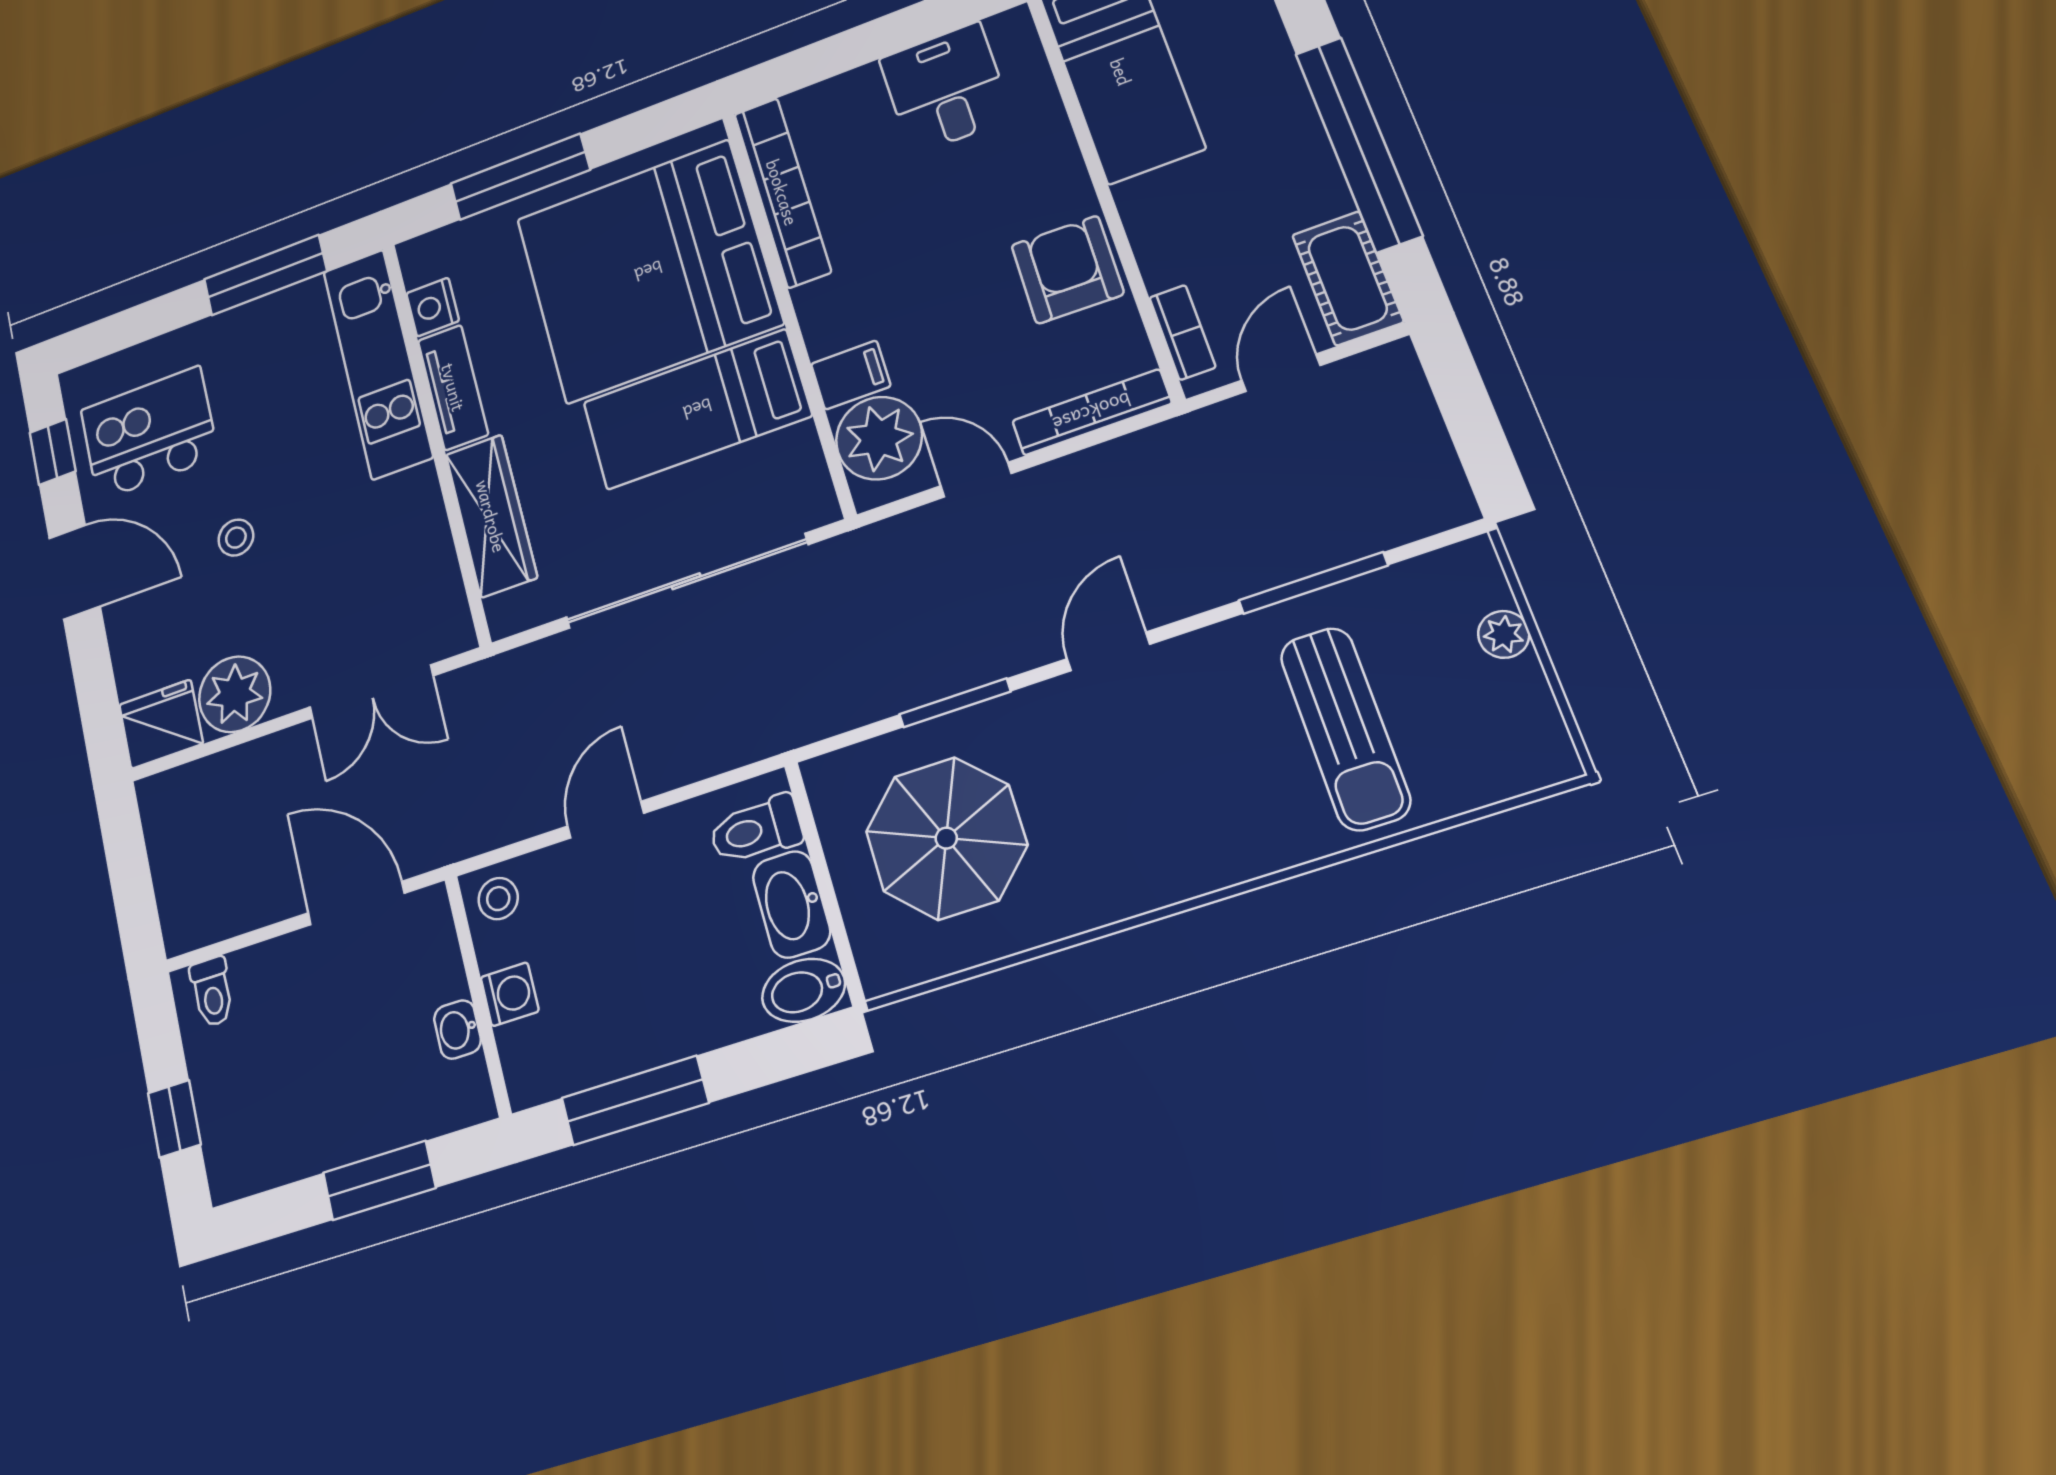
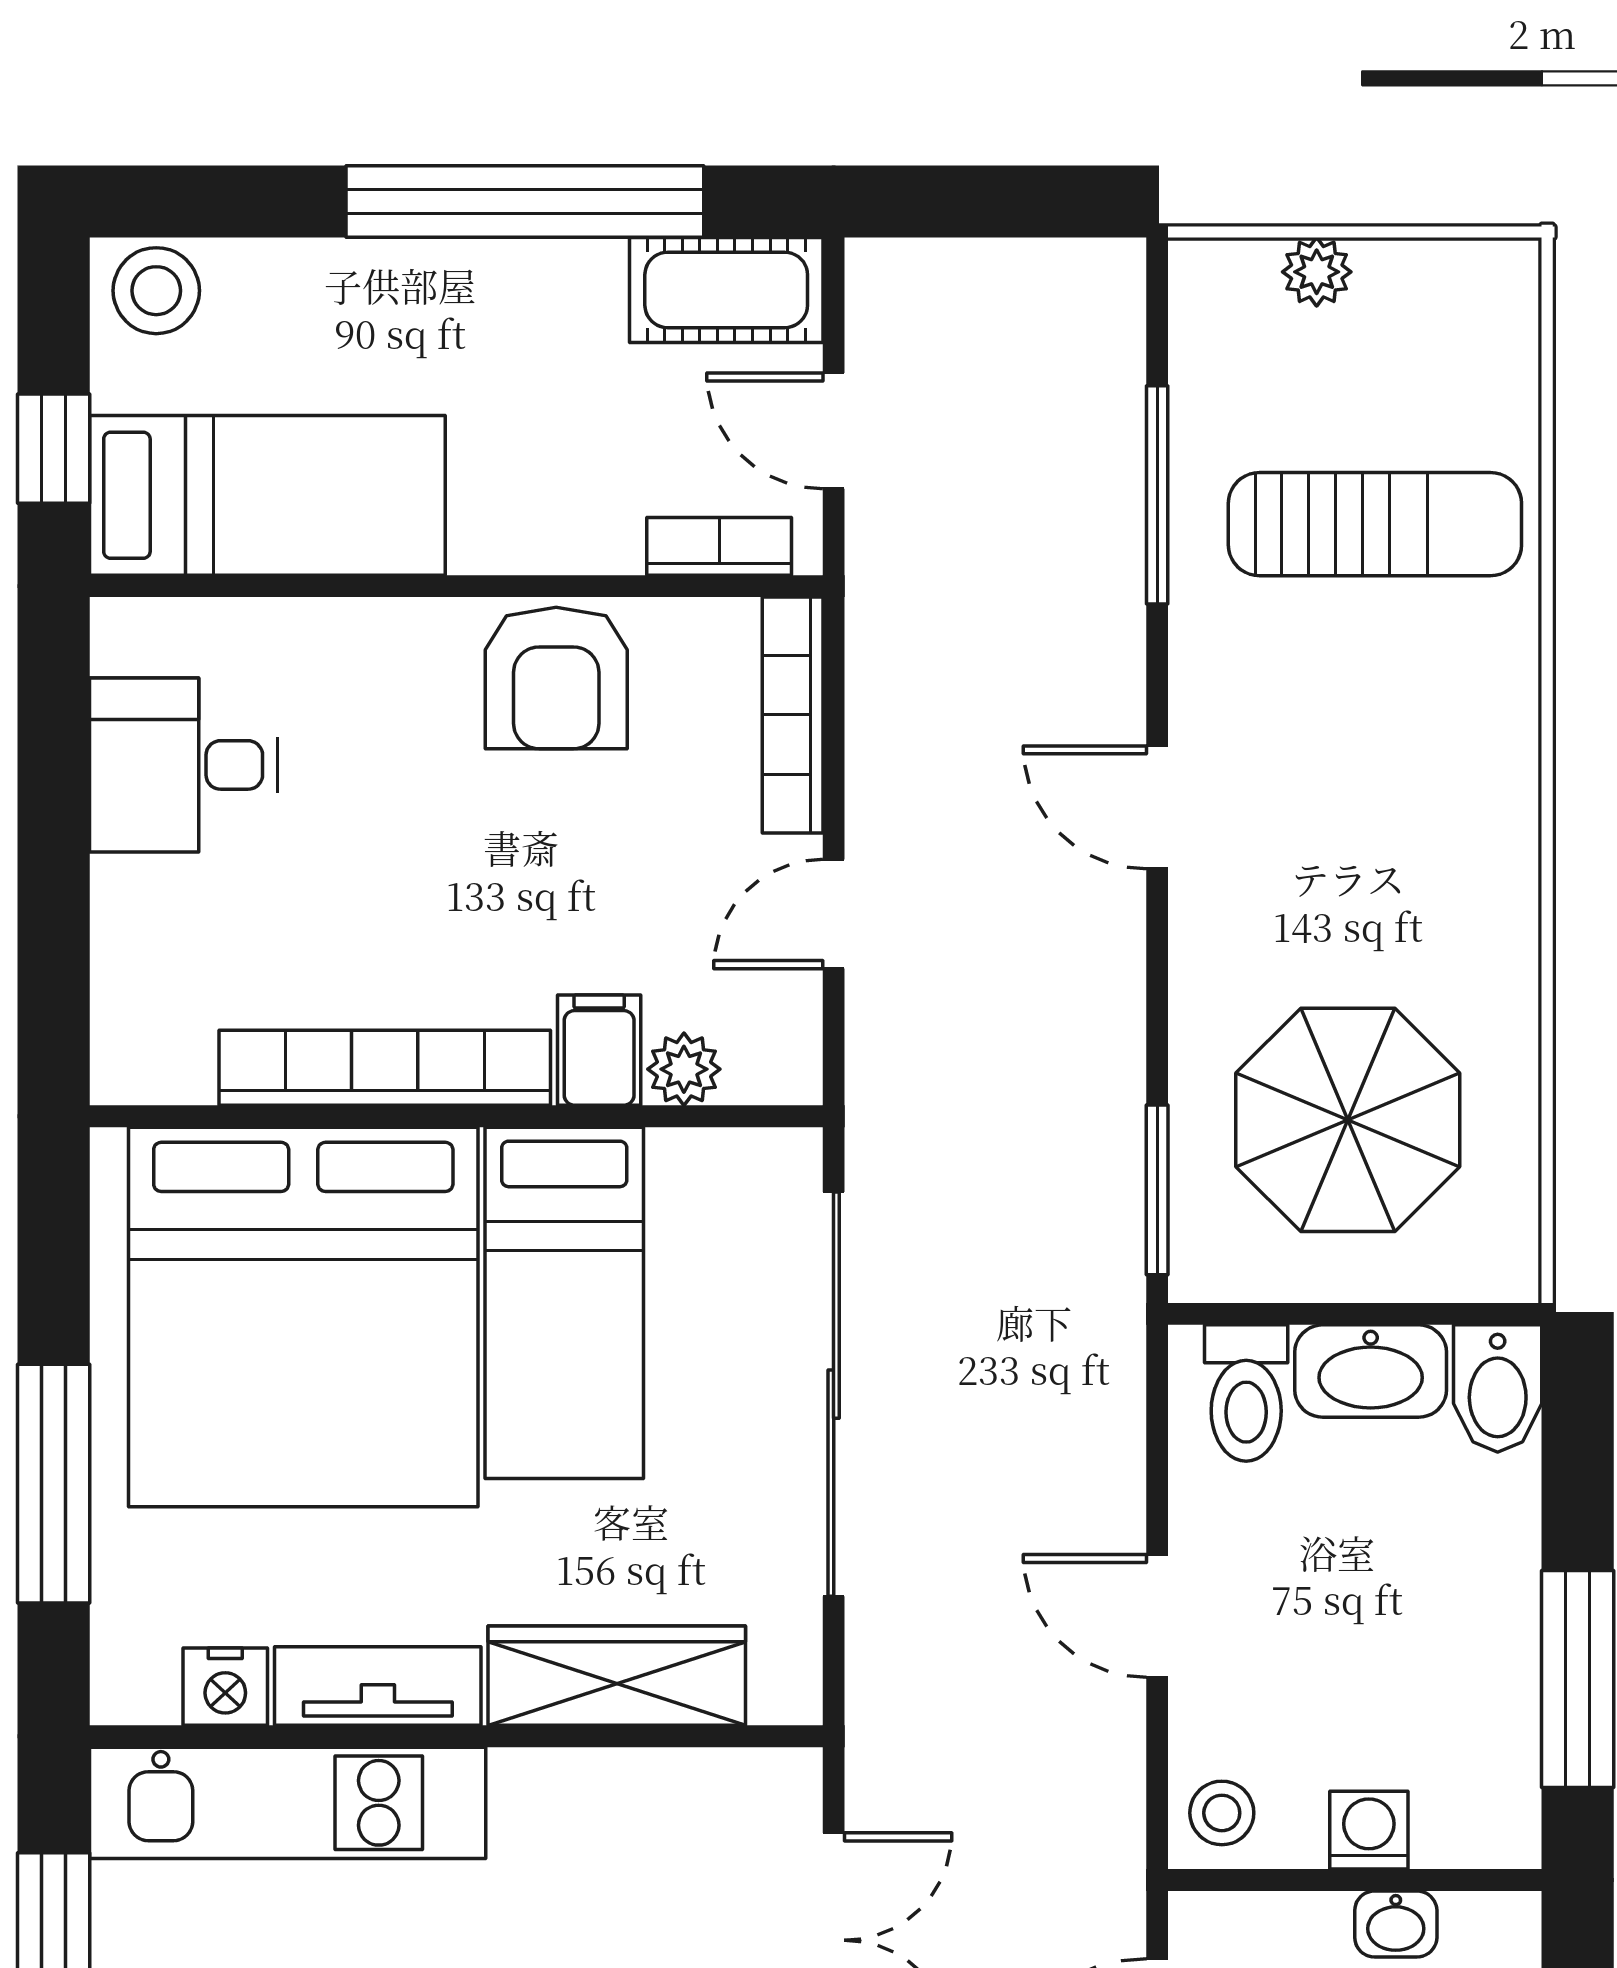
bookcase: (782, 192) -> (385, 1068), moved
armchair: (1067, 270) -> (556, 678), turned -91
plant: (879, 438) -> (684, 1069), width x0.53, depth x0.53
window: (955, 703) -> (1157, 1190), moved

